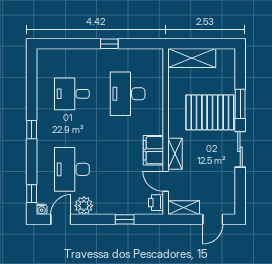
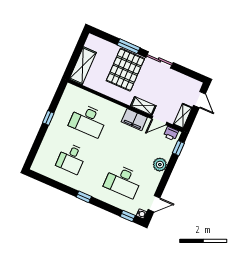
plant: (84, 206) -> (160, 165), moved
door: (61, 219) -> (154, 204), swing flipped
window: (125, 219) -> (178, 148), moved

